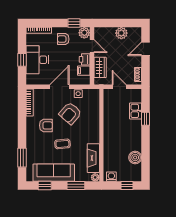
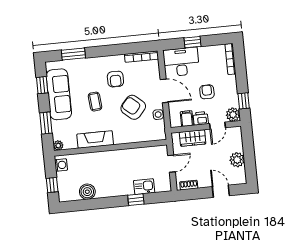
armchair: (63, 39) -> (207, 92), moved
desk: (37, 60) -> (181, 62), moved
fireplace: (93, 158) -> (95, 139), moved

